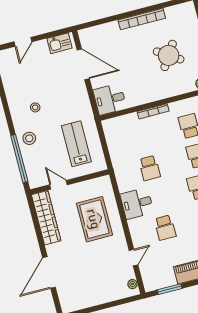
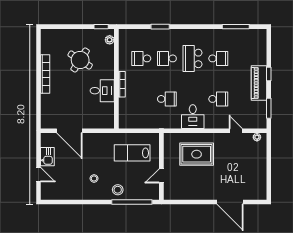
kitchen sink: (60, 43) -> (47, 157), moved
door: (83, 64) -> (69, 131), swing flipped
desk: (110, 99) -> (102, 91), moved, turned -90
wardrobe: (46, 218) -> (185, 193), removed

